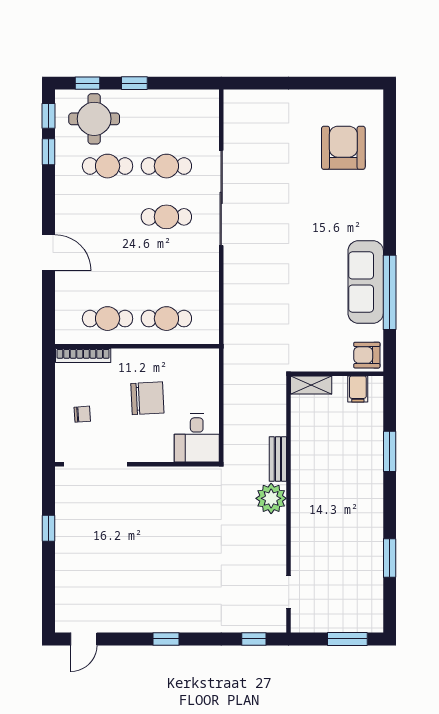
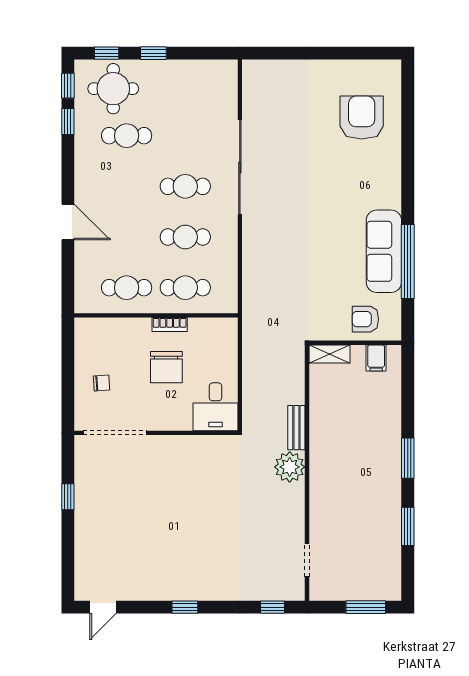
cafe table: (166, 166) -> (185, 237), moved
bookcase: (83, 355) -> (170, 324), moved, width x0.64
armchair: (367, 355) -> (365, 319), moved
chair: (147, 398) -> (166, 367), turned 93
window: (390, 451) -> (408, 458), moved

